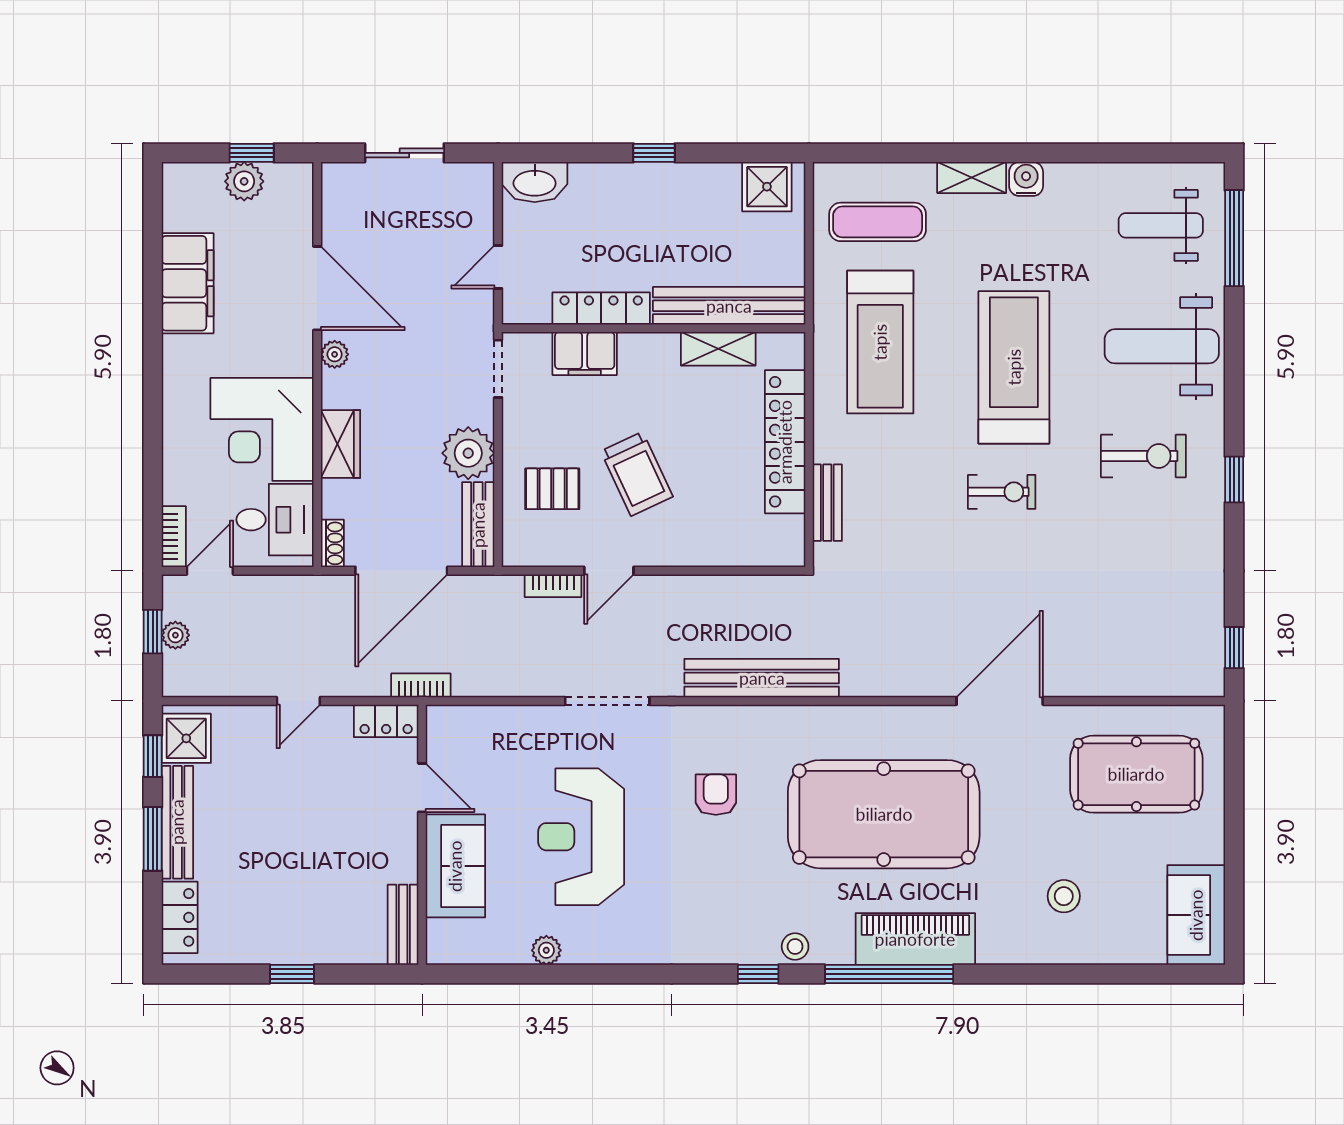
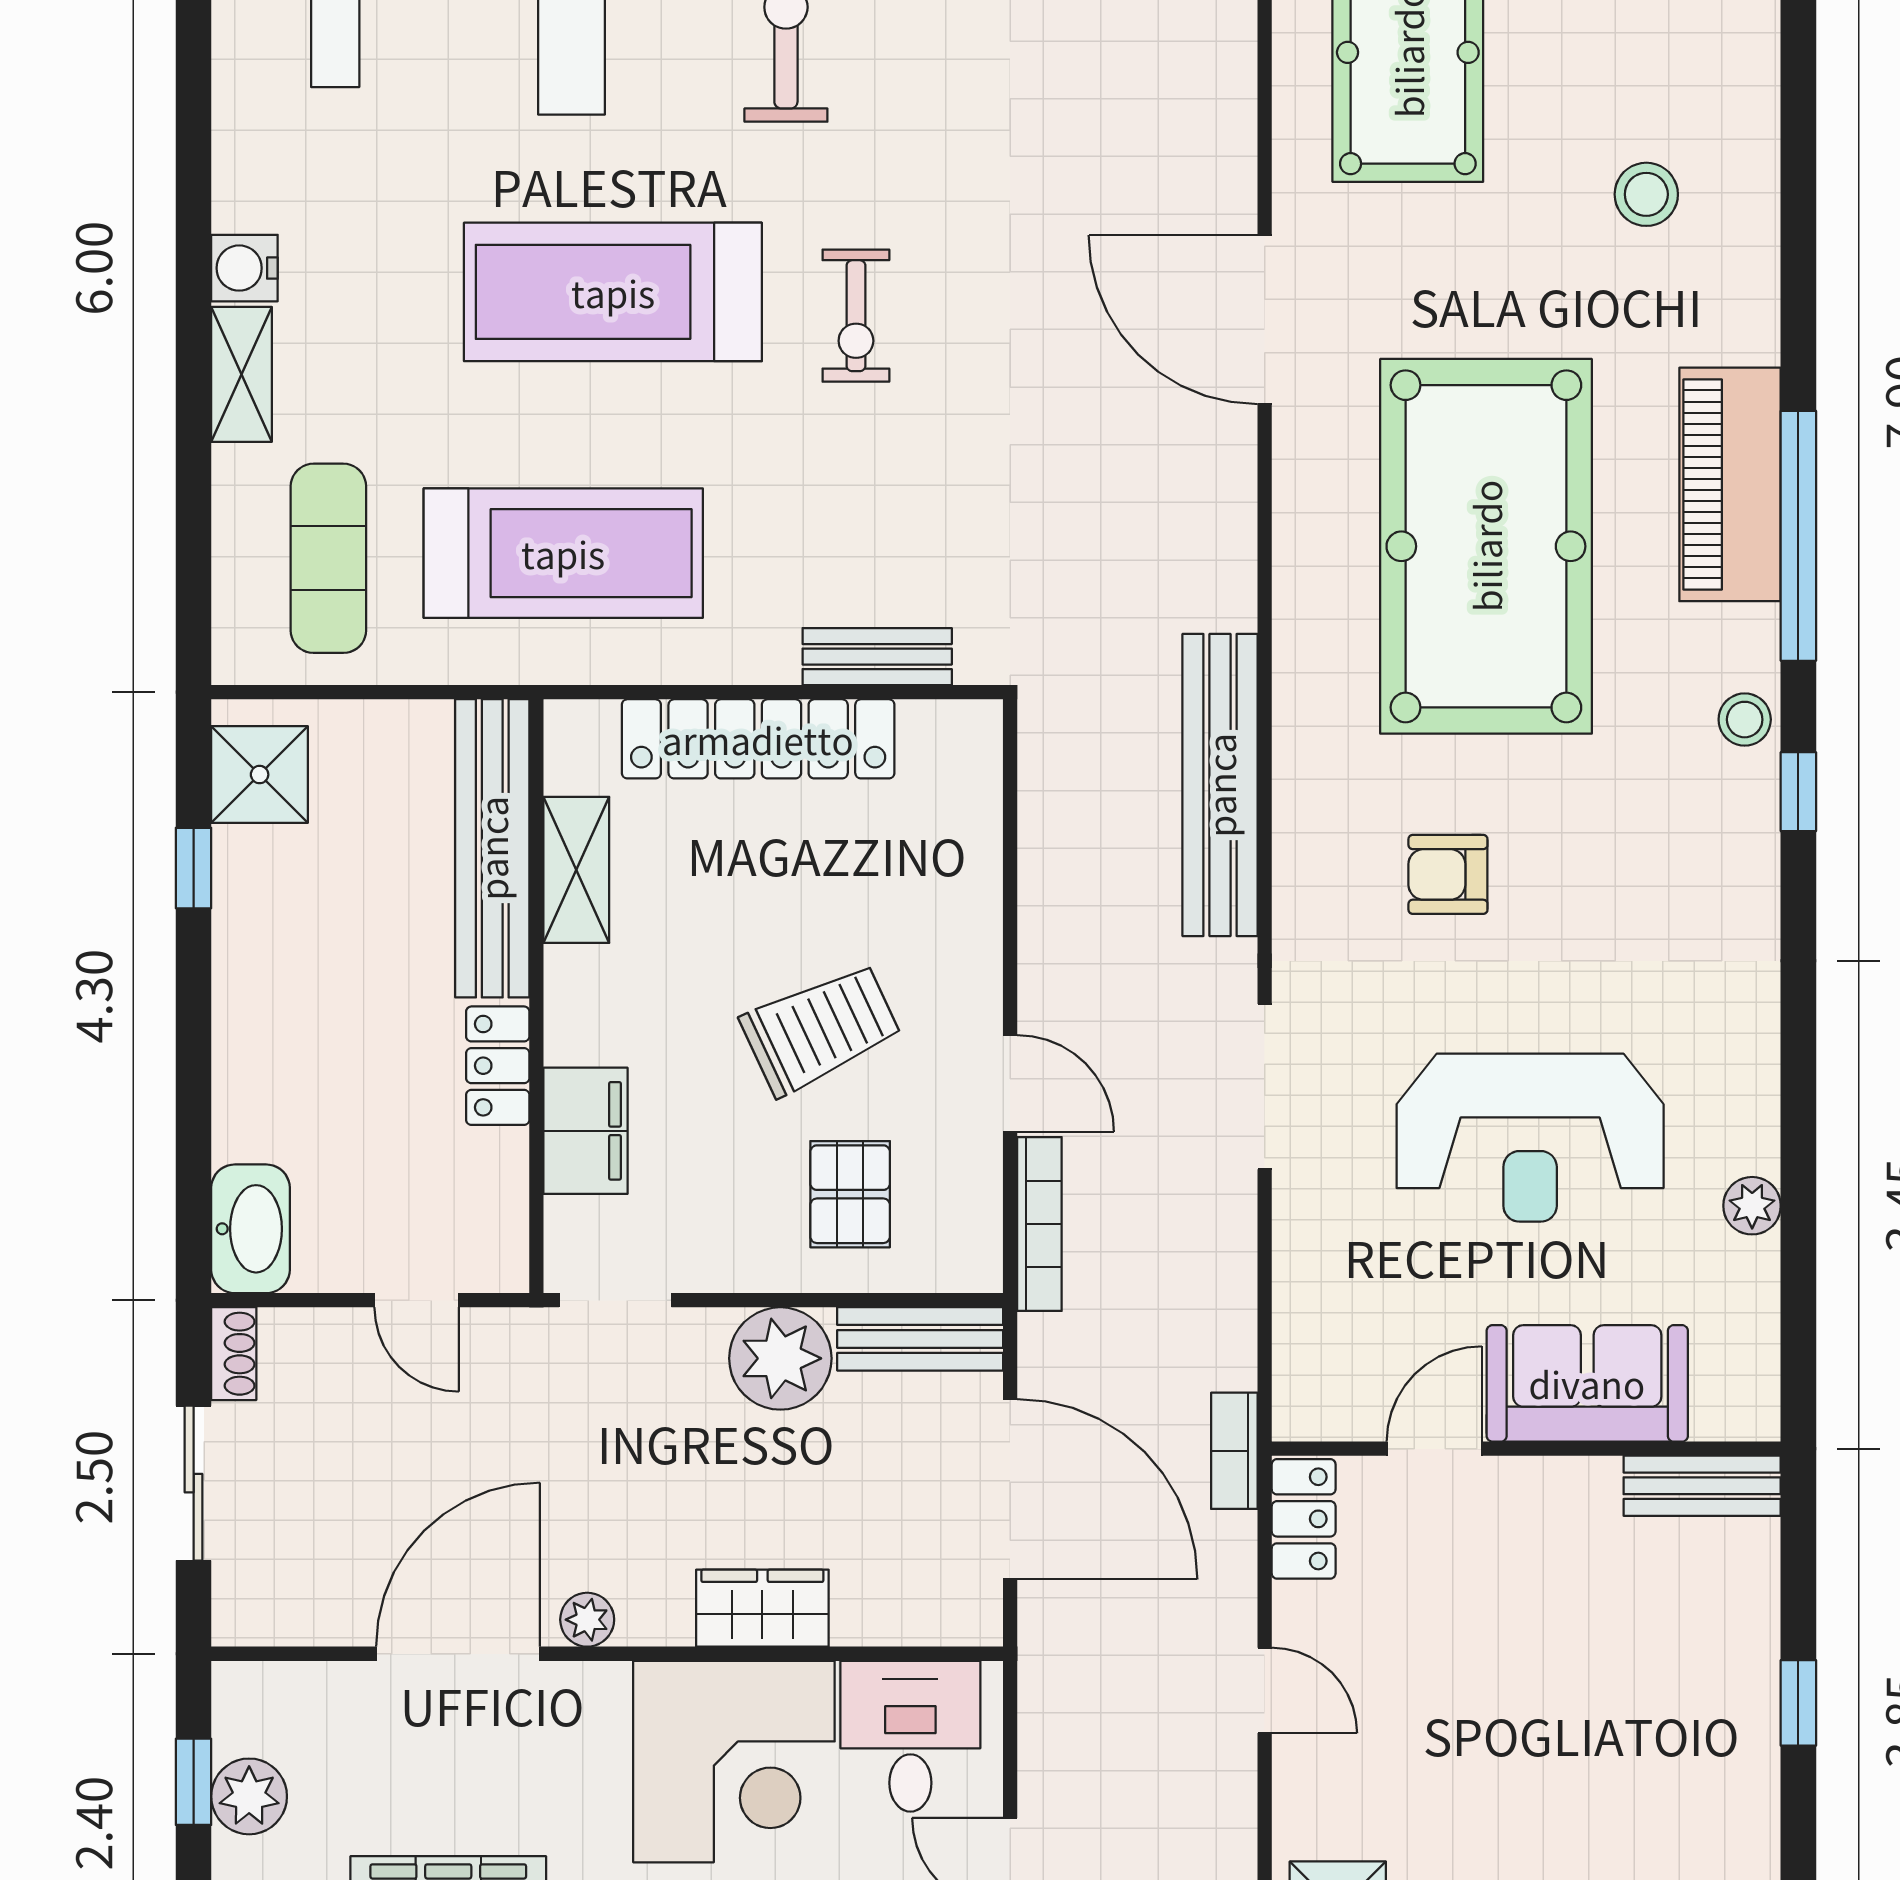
window: (654, 153) -> (194, 868), moved
locker: (601, 309) -> (498, 1066), width x0.66
exercise bike: (1002, 492) -> (856, 316), turned 180
shoe rack: (332, 543) -> (234, 1354), moved, turned 90
bookcase: (553, 586) -> (1039, 1224), width x1.56

